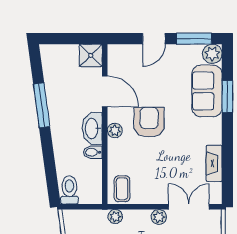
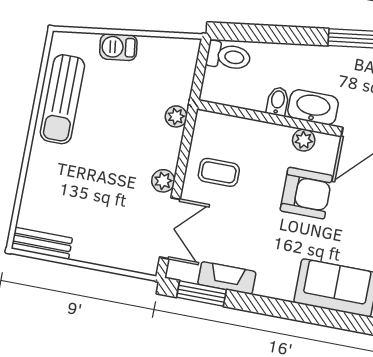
window: (227, 97) -> (202, 294), moved
coffee table: (122, 189) -> (219, 172), moved

